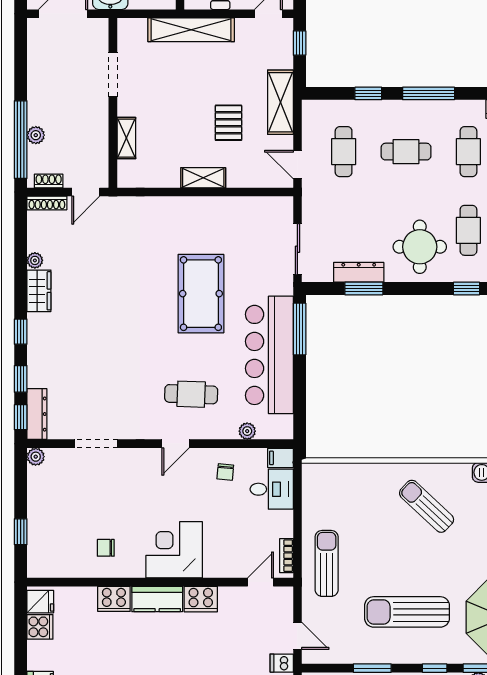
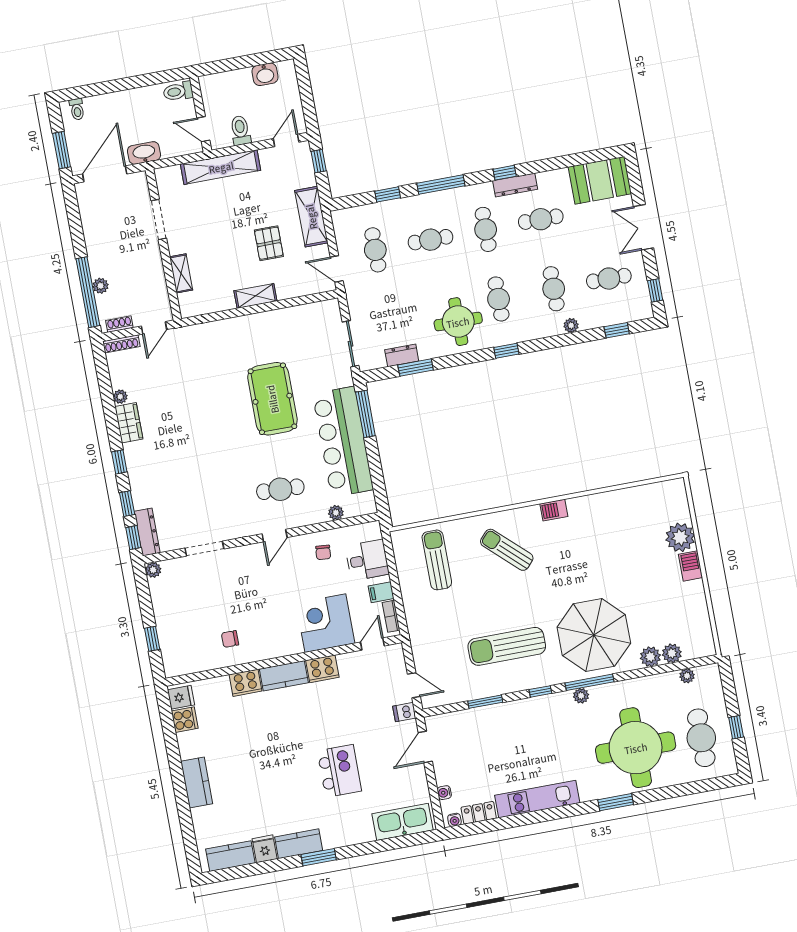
dresser: (359, 272) -> (402, 355), width x0.70
filing cabinet: (280, 458) -> (381, 592), moved
corner desk: (174, 550) -> (325, 623), moved
sun lounger: (327, 563) -> (437, 560), moved

